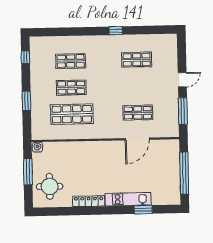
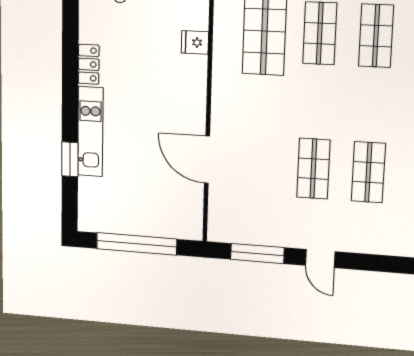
shop shelf: (138, 113) -> (313, 169), moved
fridge: (80, 148) -> (195, 42), added
locker: (89, 201) -> (89, 64), width x0.66

